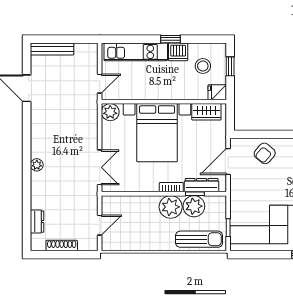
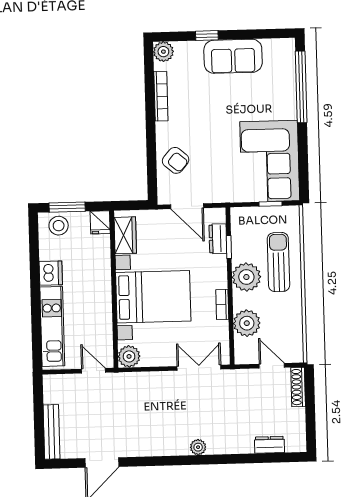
window: (171, 39) -> (35, 283), removed
stool: (203, 66) -> (59, 226), moved
window: (230, 66) -> (67, 207), width x1.50
dresser: (202, 185) -> (218, 239), width x0.70
bookcase: (171, 187) -> (222, 305), moved
plant: (194, 206) -> (247, 323), moved
sun lounger: (199, 239) -> (278, 262), moved
shoe rack: (62, 246) -> (298, 387), moved

